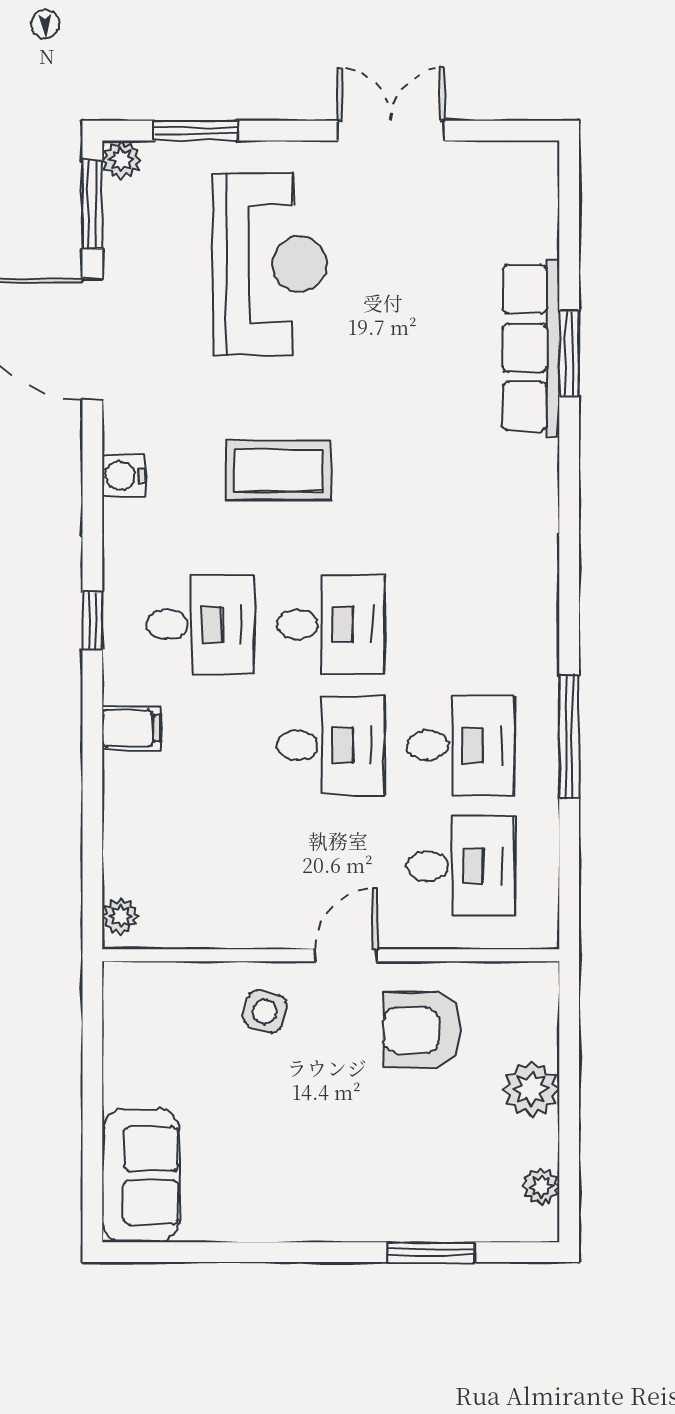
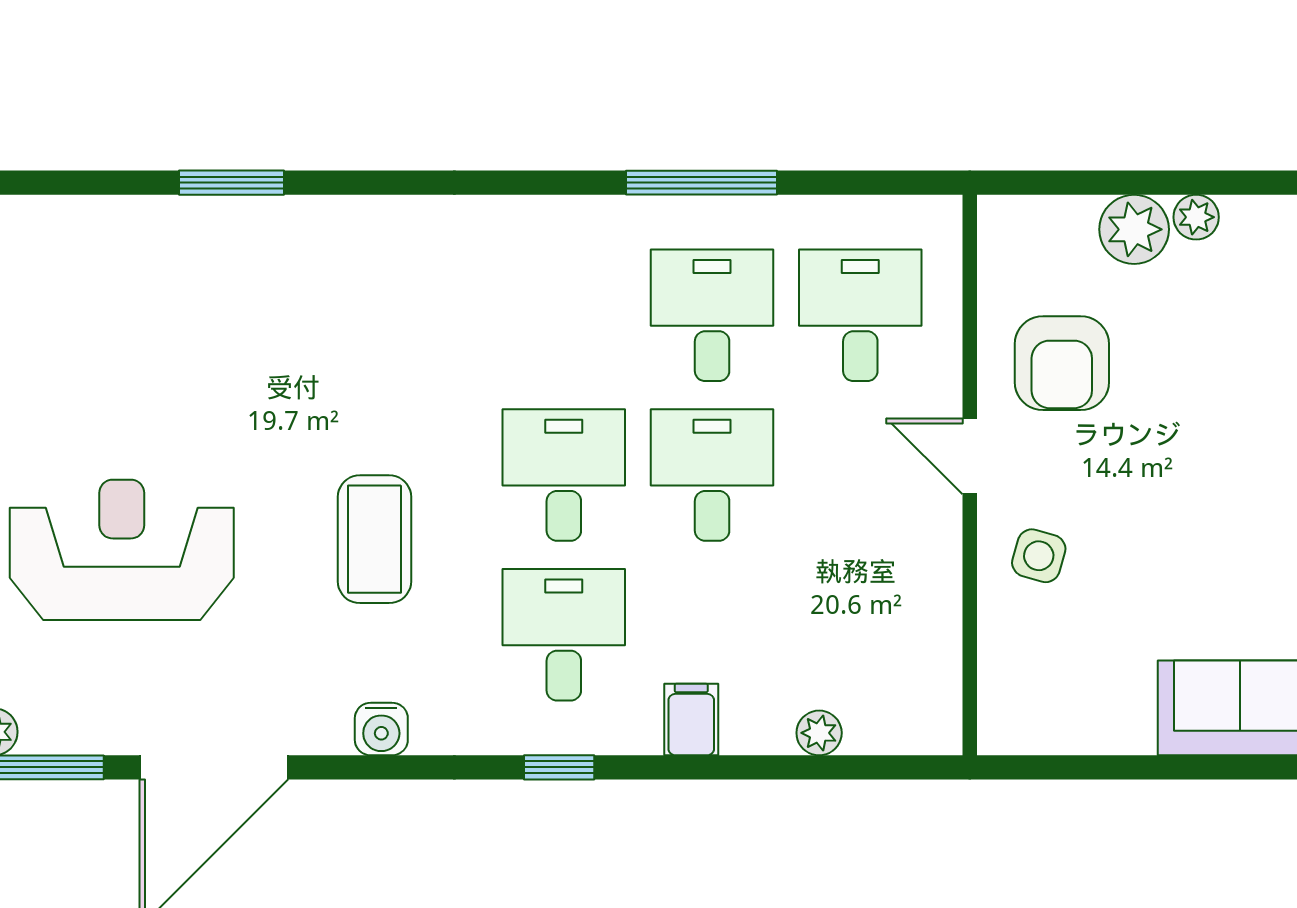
row of seats: (531, 348) -> (225, 230), removed
plant: (120, 916) -> (819, 733), moved
plant: (541, 1186) -> (1196, 217), moved

